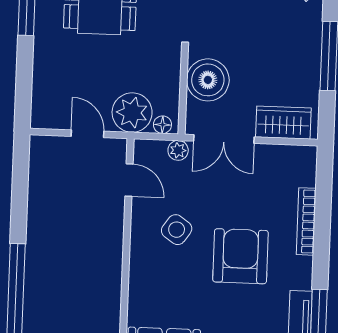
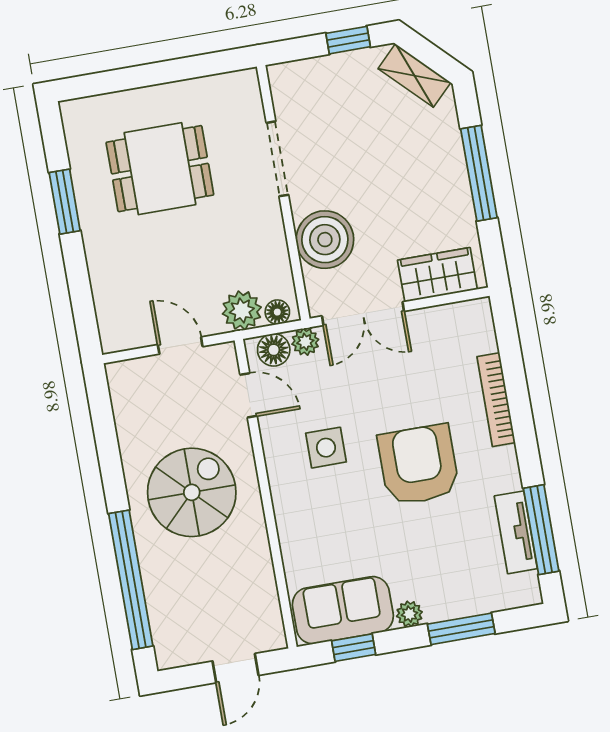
plant: (132, 113) -> (242, 310), width x0.73, depth x0.73
floor lamp: (154, 151) -> (274, 350), added
side table: (177, 230) -> (326, 448), turned -35
spiral stairs: (73, 241) -> (192, 492), added

